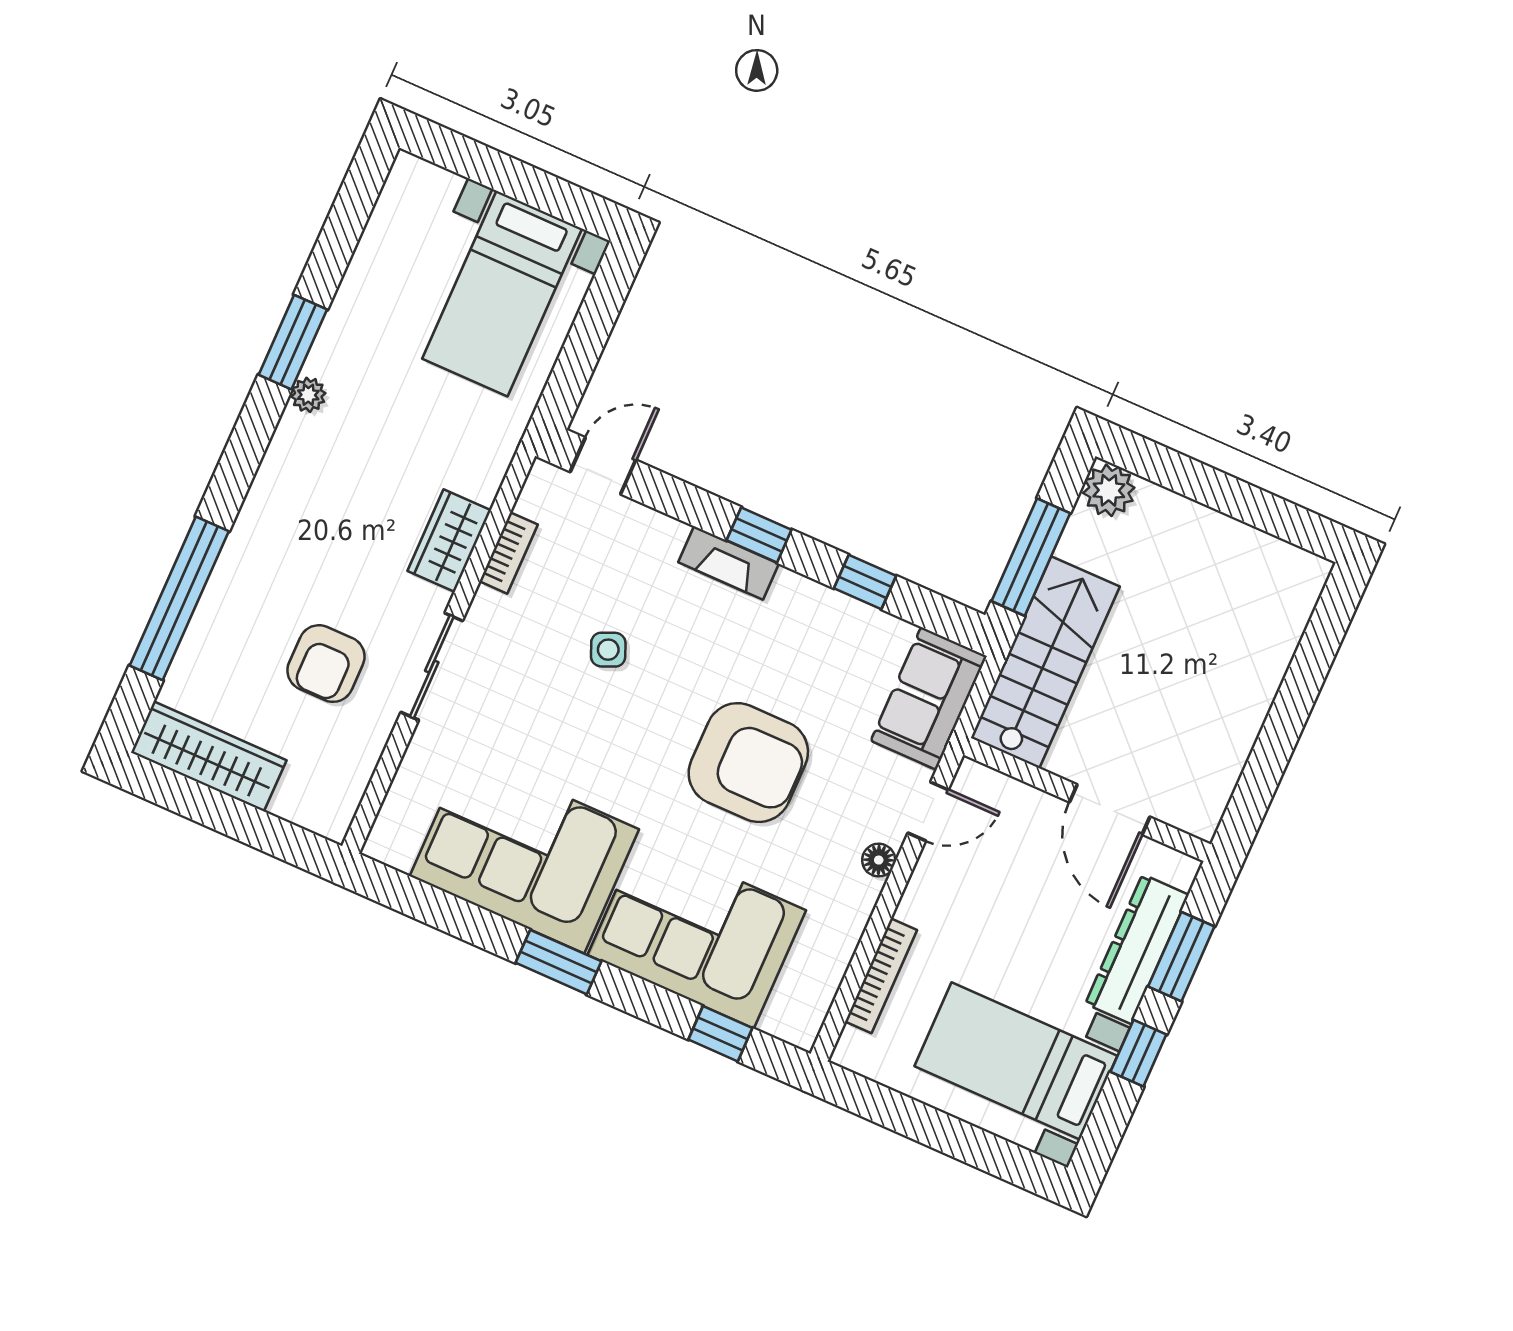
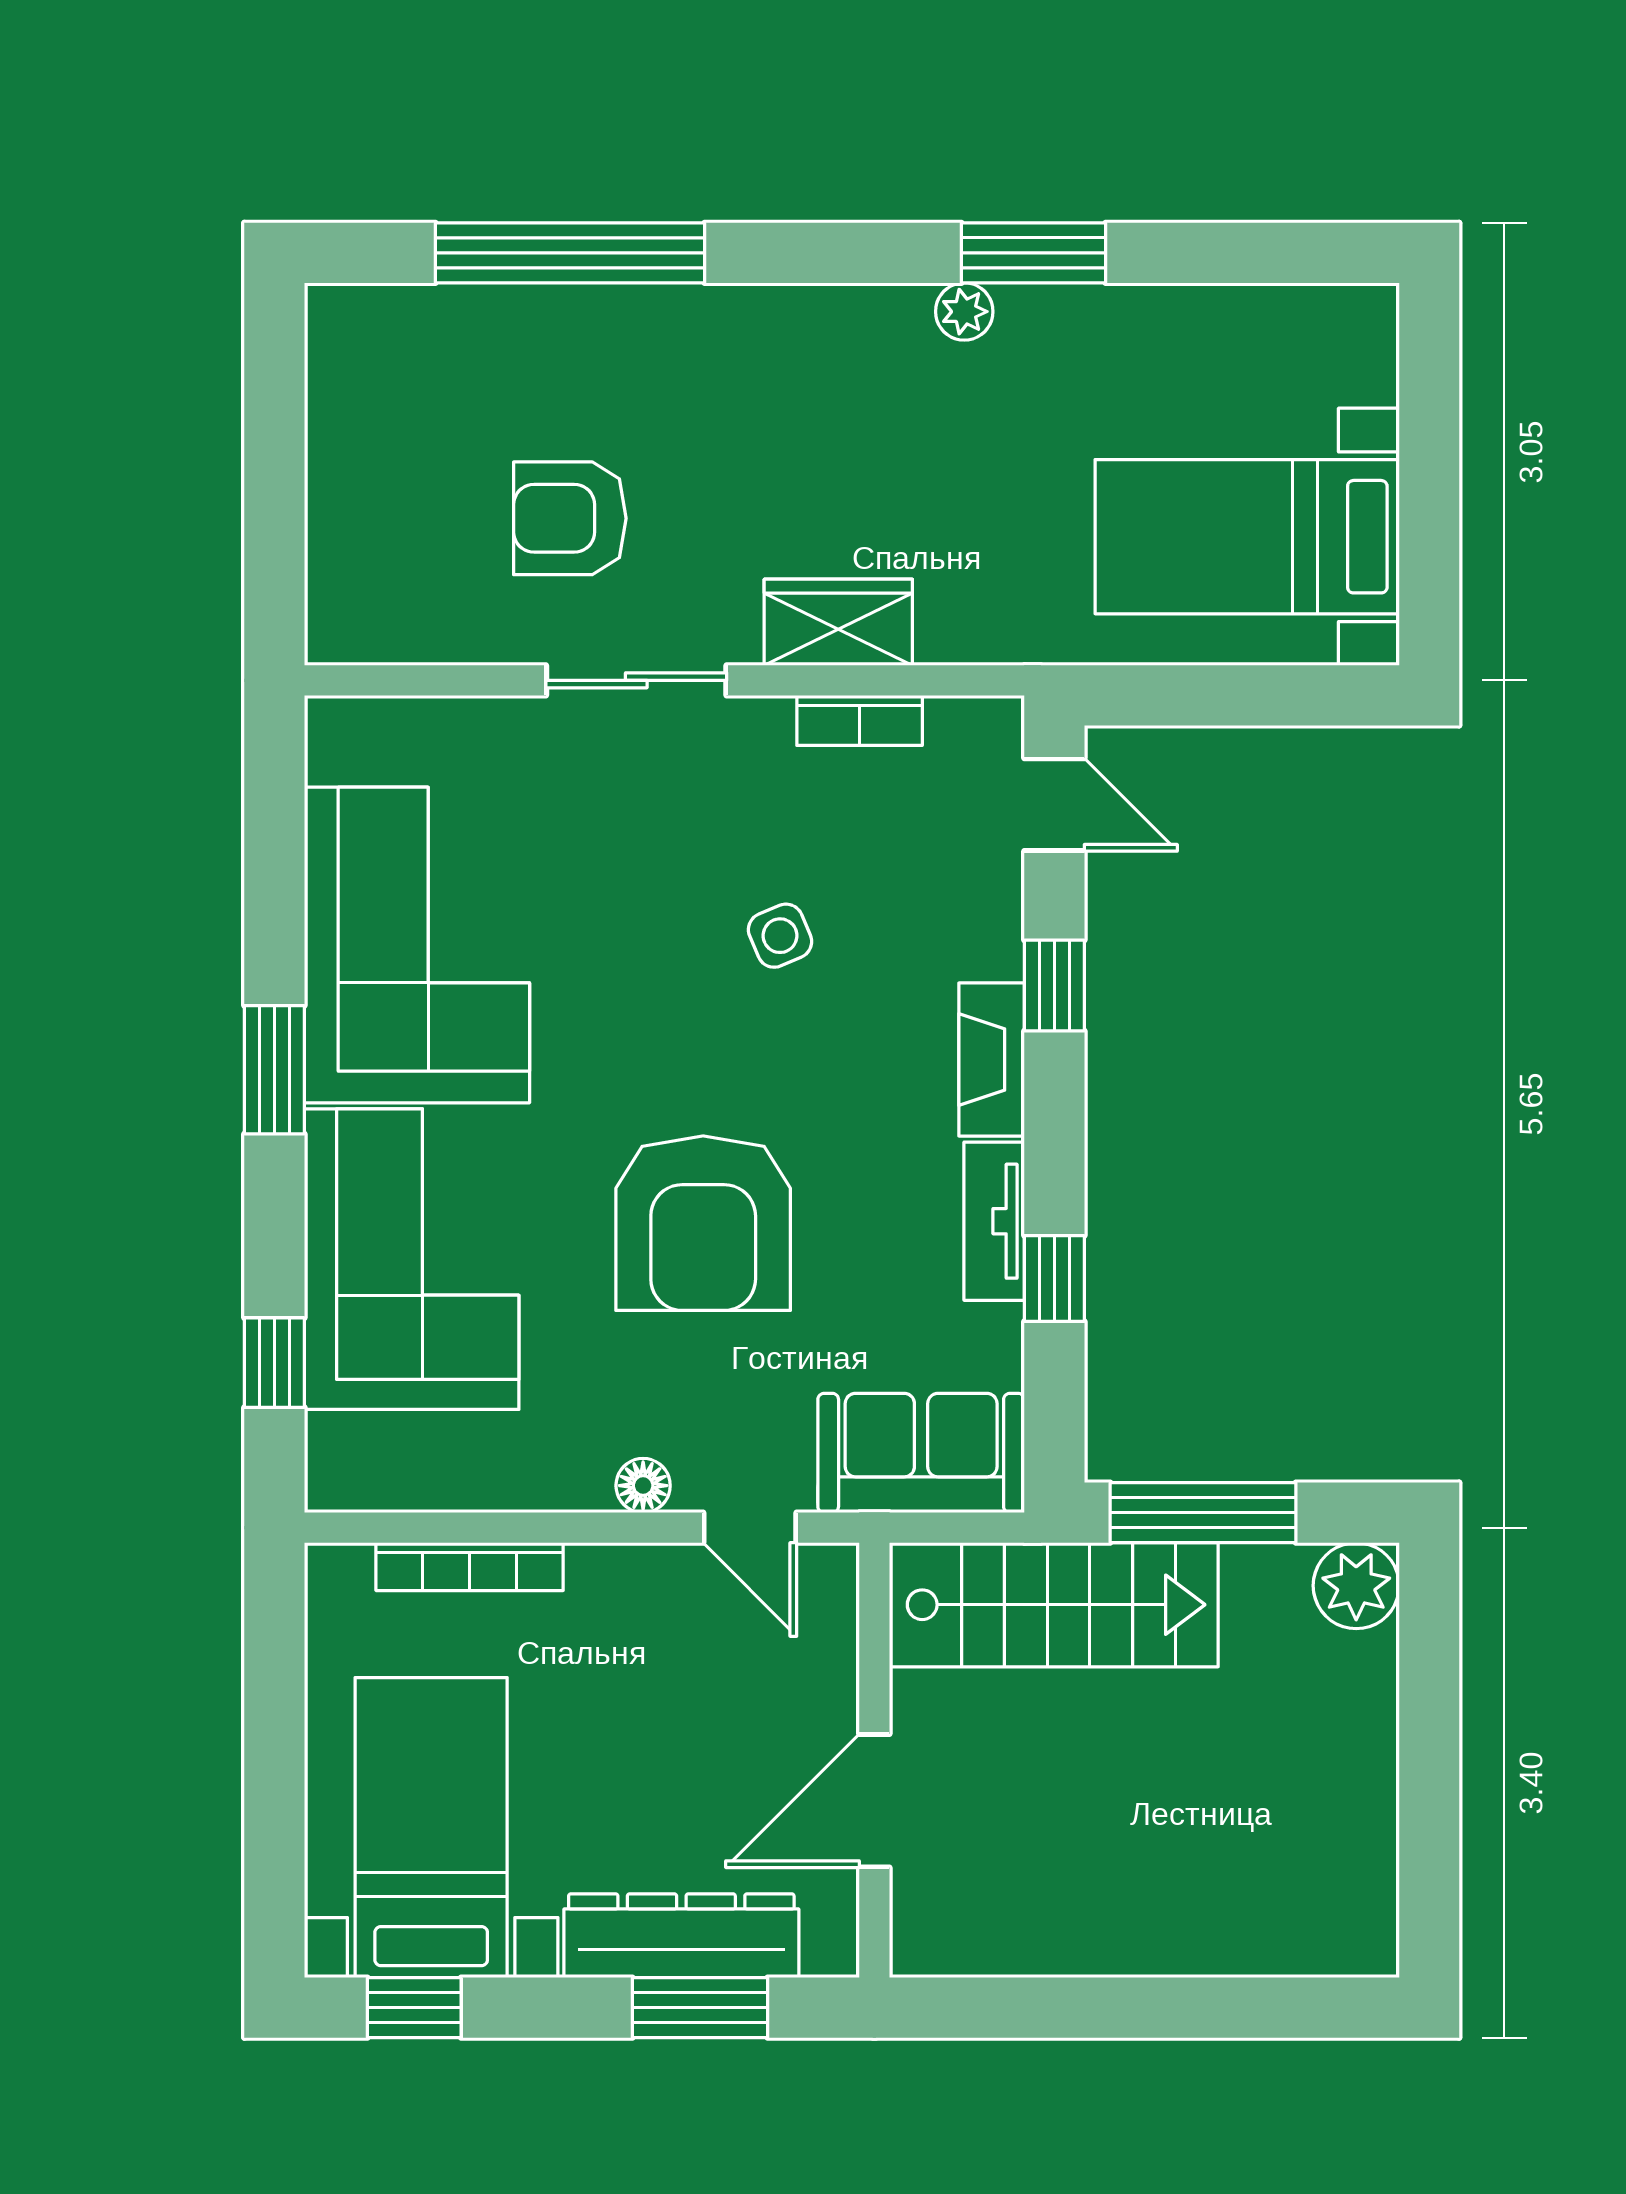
window: (759, 535) -> (1054, 986), moved
tv unit: (819, 601) -> (994, 1221), added
wardrobe: (209, 756) -> (351, 403), removed
window: (1138, 1053) -> (414, 2008), moved

